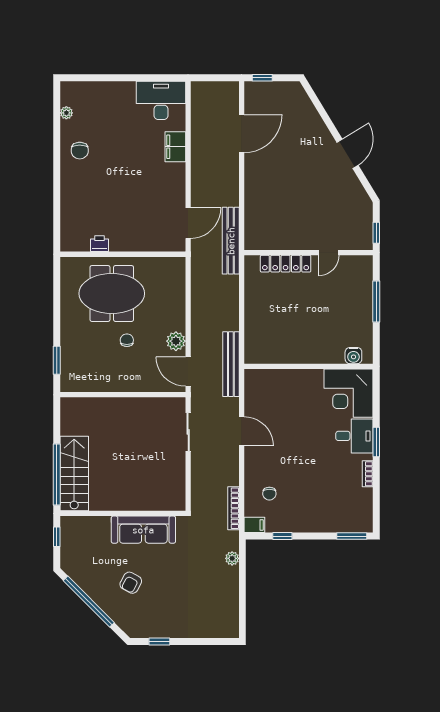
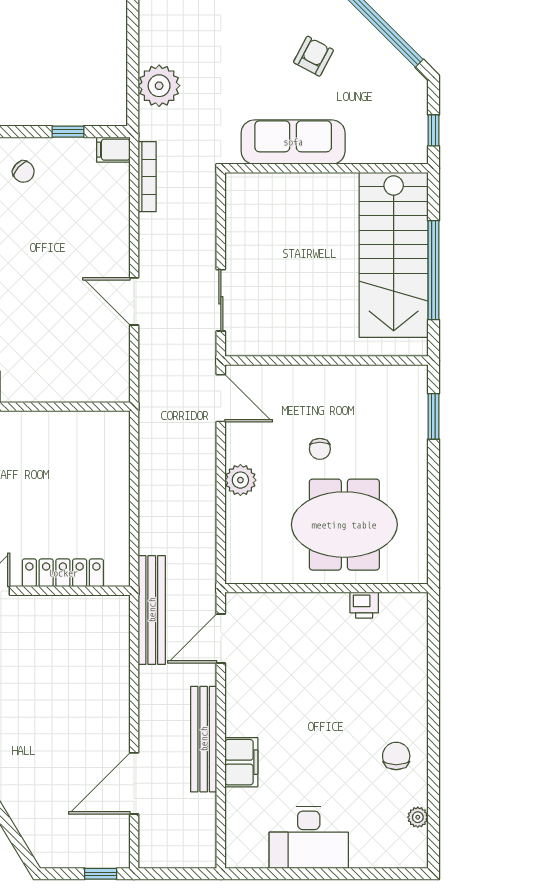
desk: (161, 100) -> (309, 837), moved
plant: (176, 341) -> (240, 480), moved
bench: (231, 364) -> (204, 739), moved
stairs: (74, 474) -> (394, 255), width x1.36, depth x1.51
window: (57, 475) -> (433, 270), moved
chair: (269, 494) -> (23, 172), moved, turned 132
plant: (232, 558) -> (159, 86), width x1.87, depth x1.87

